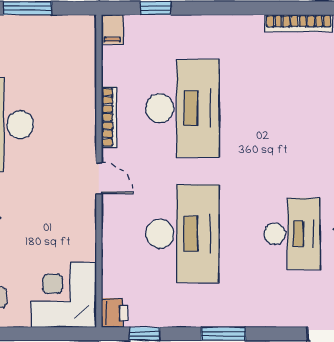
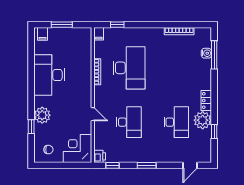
door: (99, 178) -> (93, 114), moved
desk: (183, 234) -> (129, 122), width x0.73, depth x0.77

